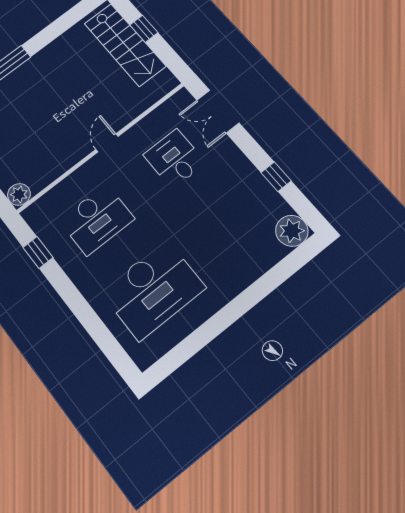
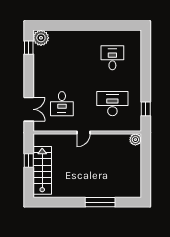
window: (144, 29) -> (29, 161), moved
window: (276, 177) -> (29, 48), moved
desk: (153, 290) -> (112, 58), width x0.53, depth x0.77

